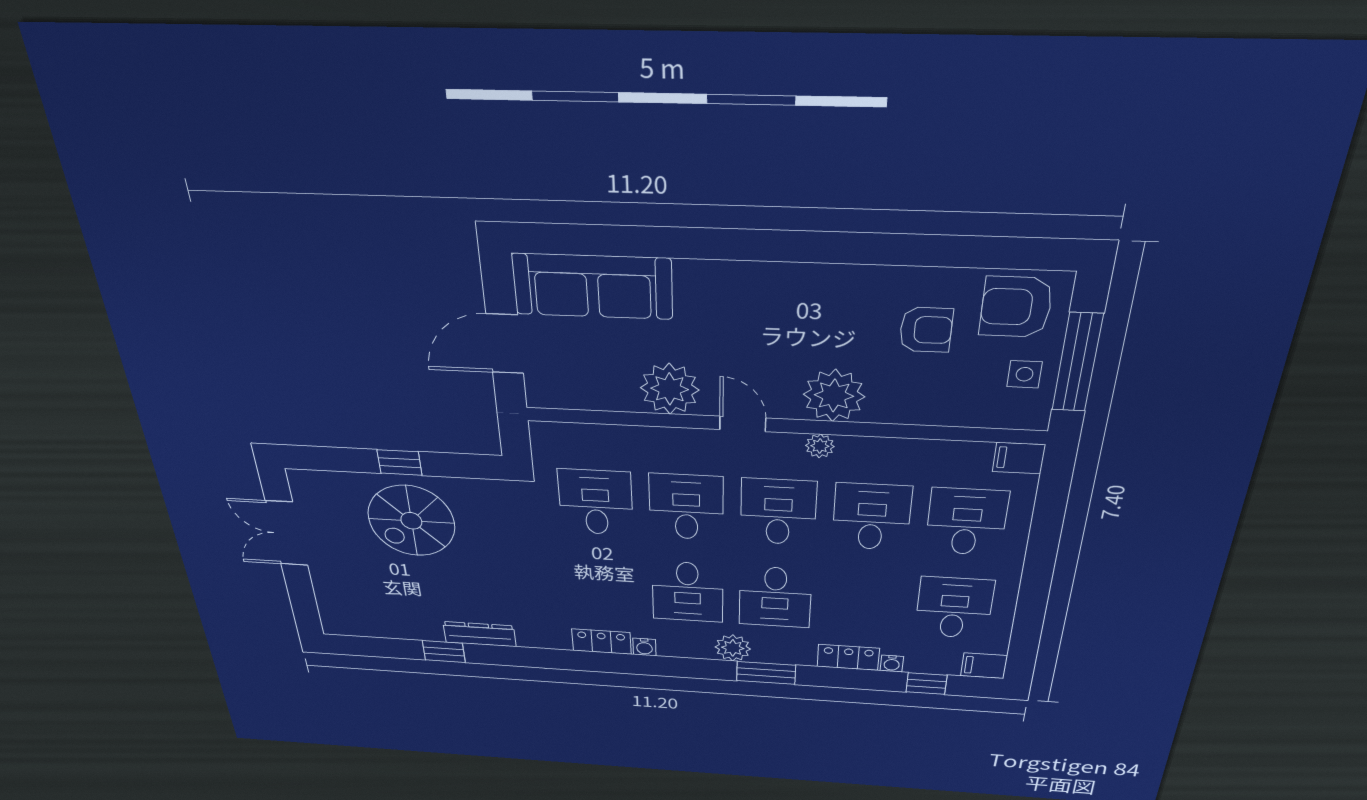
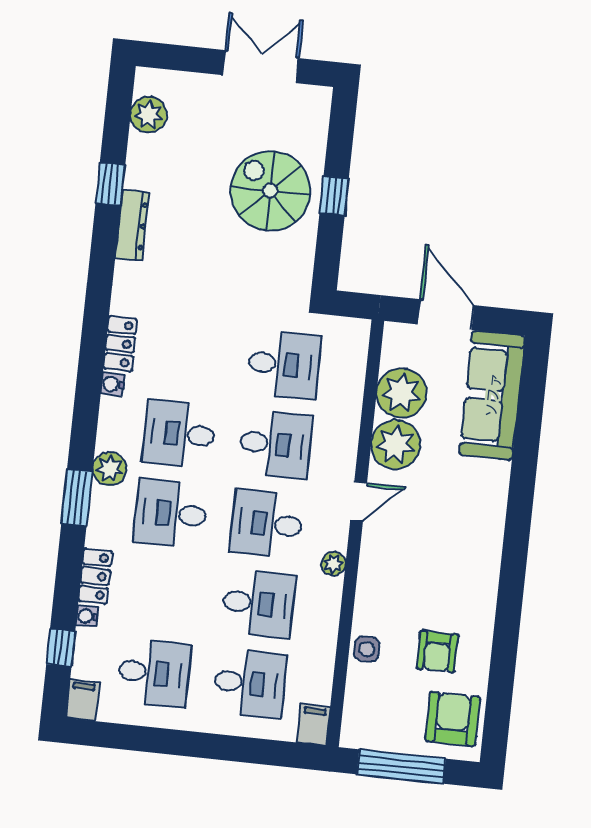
side table: (1025, 374) -> (367, 649), moved
plant: (834, 396) -> (402, 393), moved
desk: (778, 512) -> (267, 524), turned 180
plant: (367, 623) -> (149, 115), added

